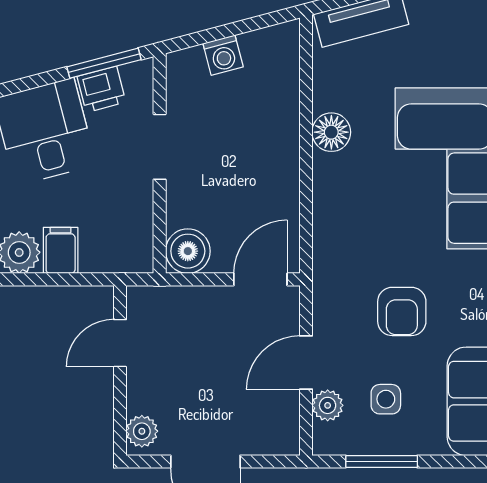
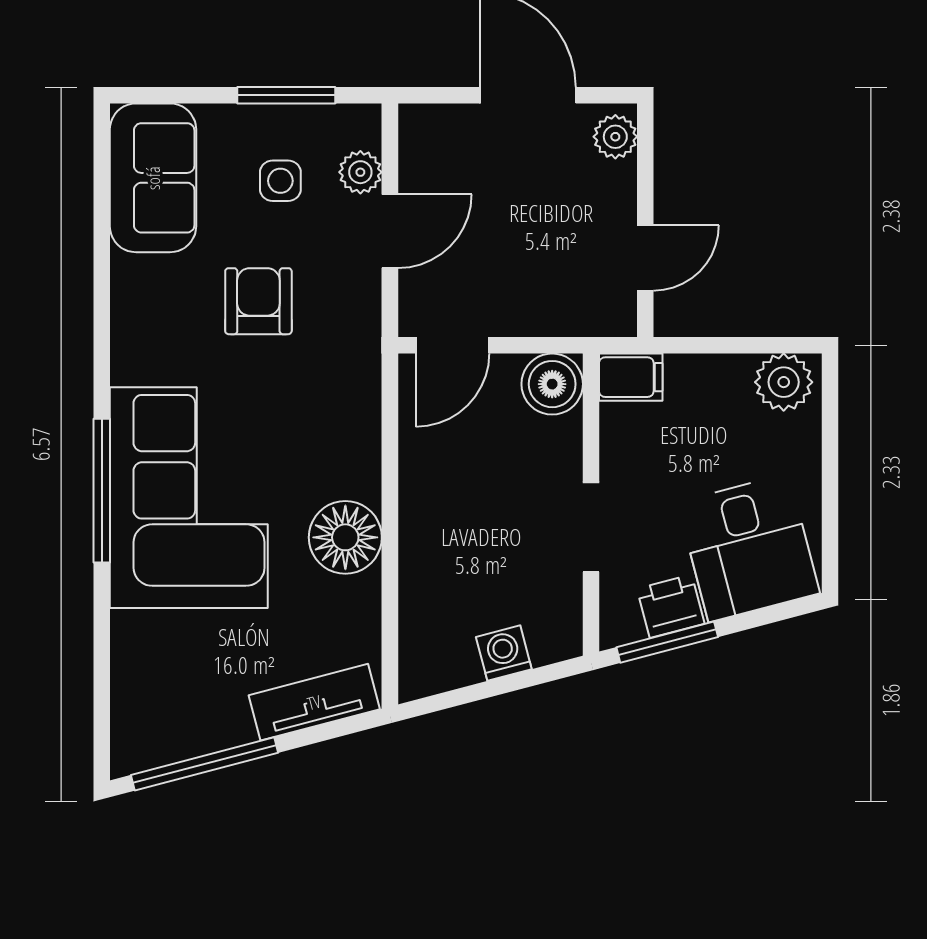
floor lamp: (331, 132) -> (345, 537), width x1.38, depth x1.38
filing cabinet: (61, 250) -> (631, 377), moved, turned -90

